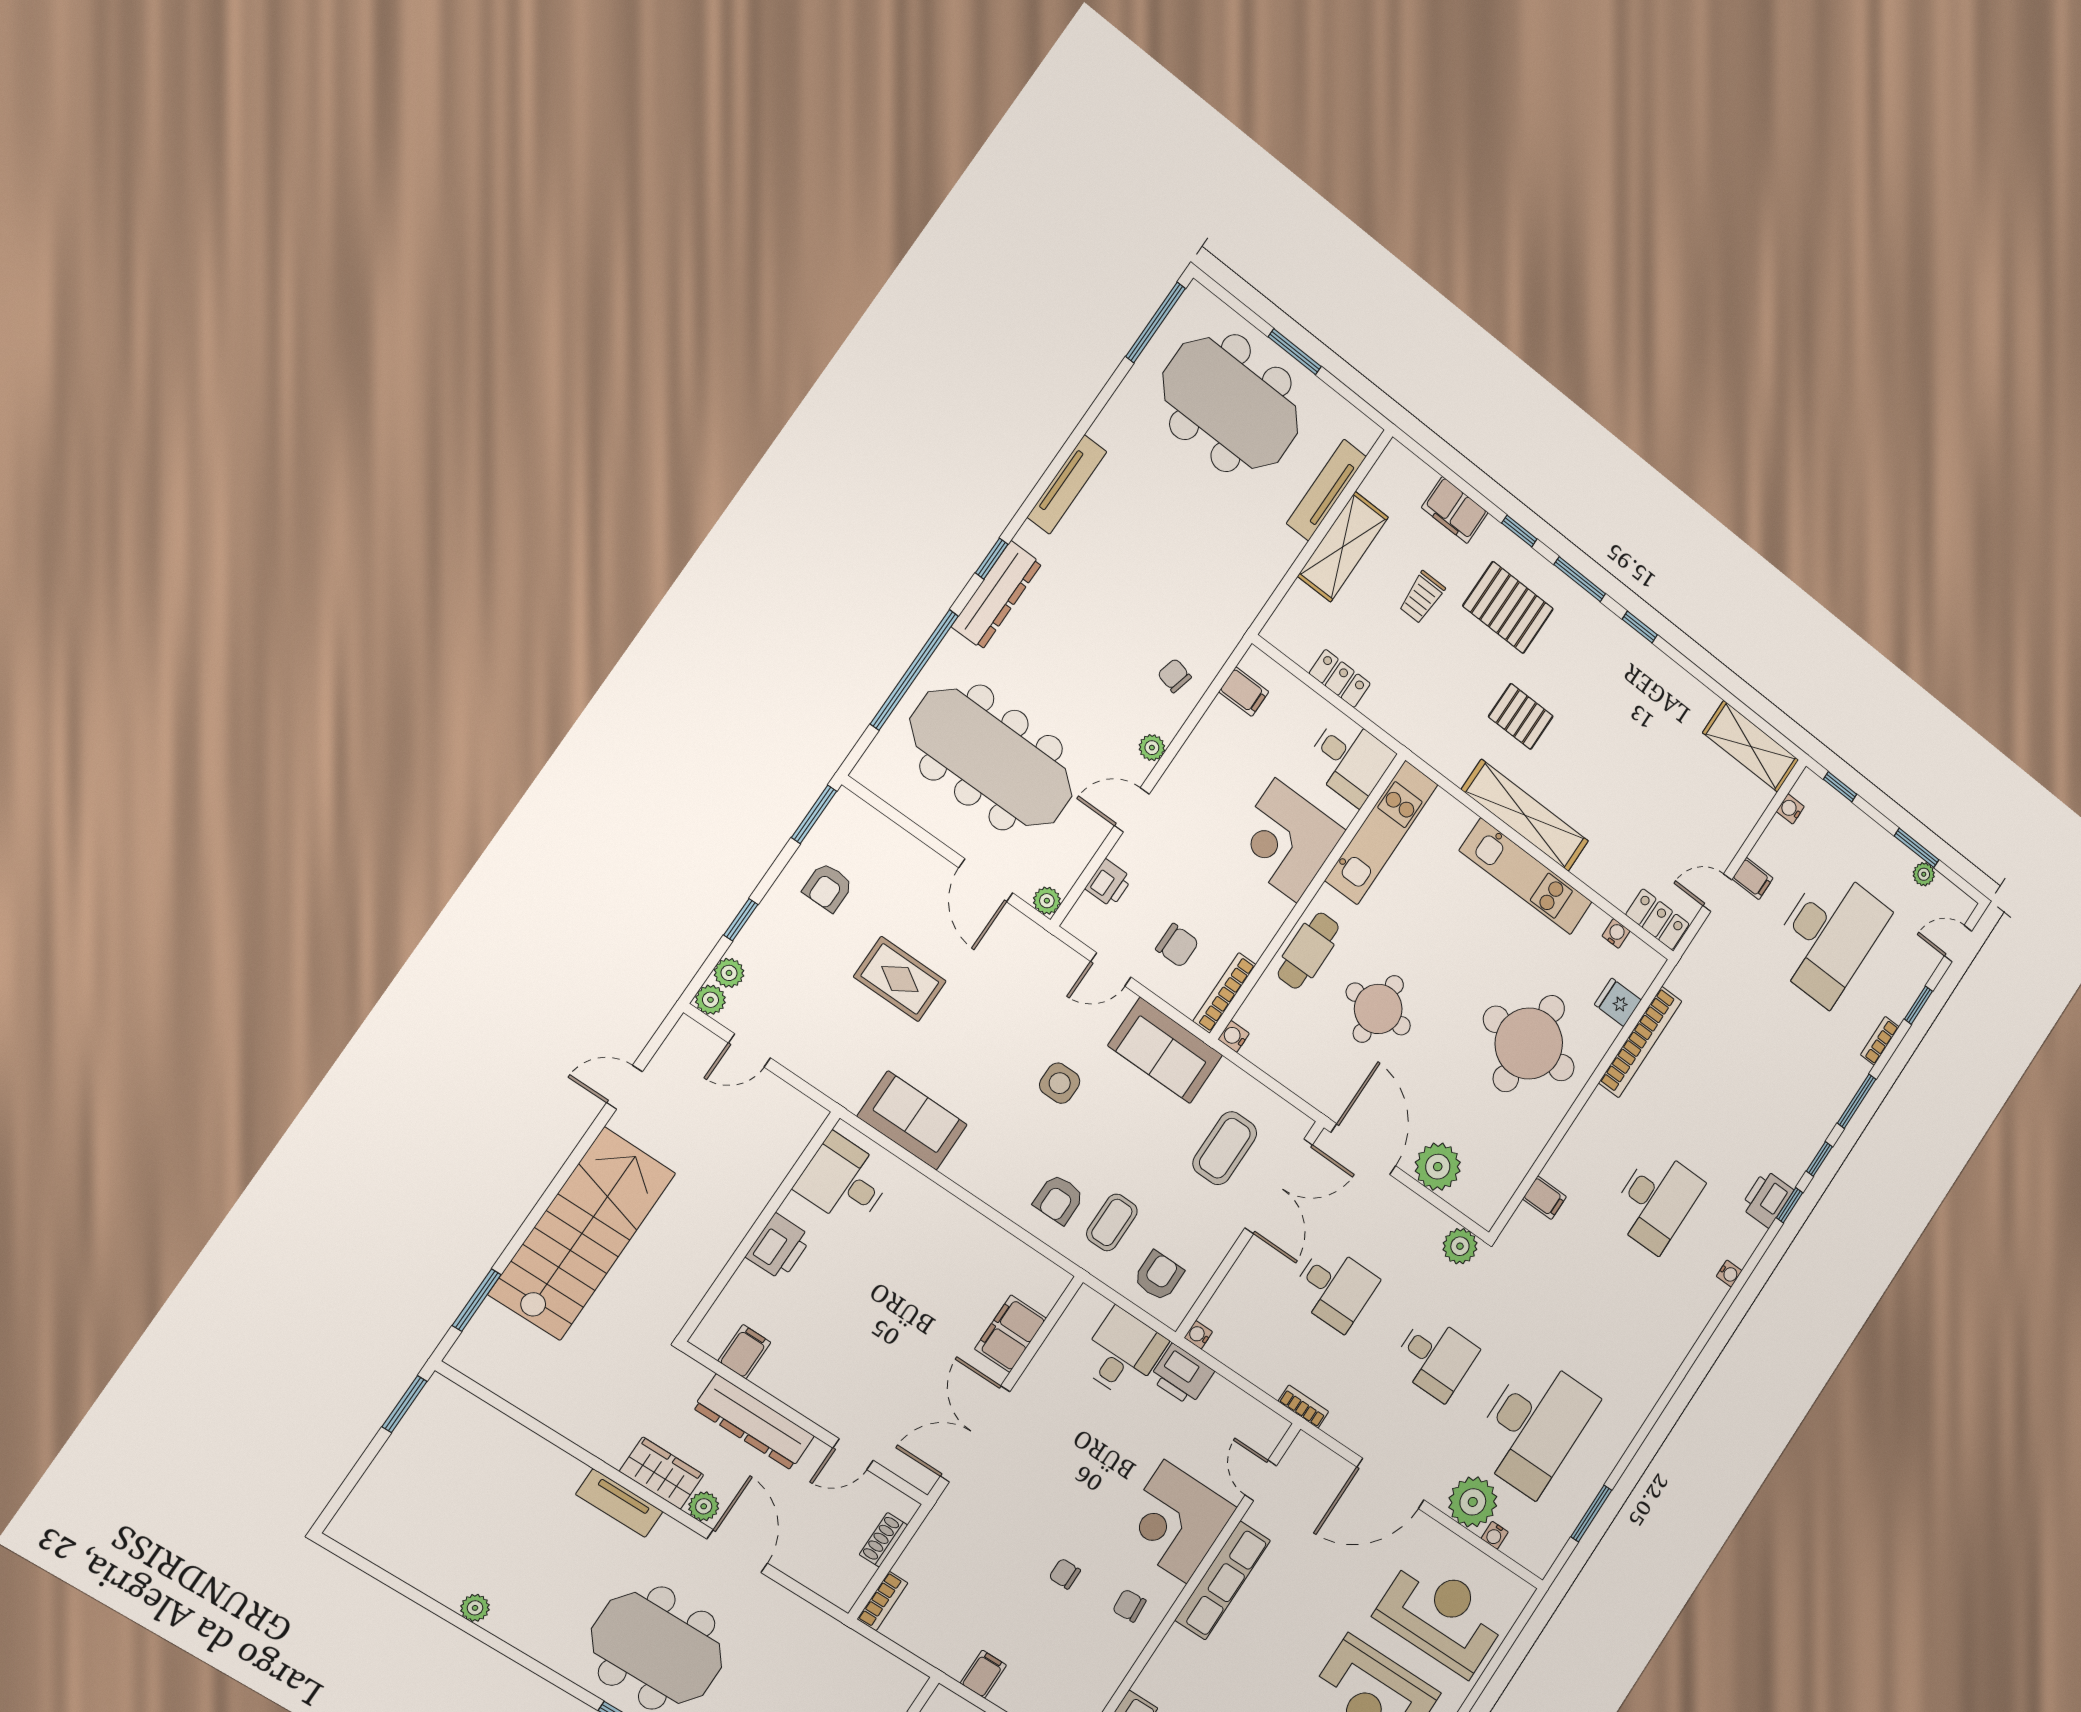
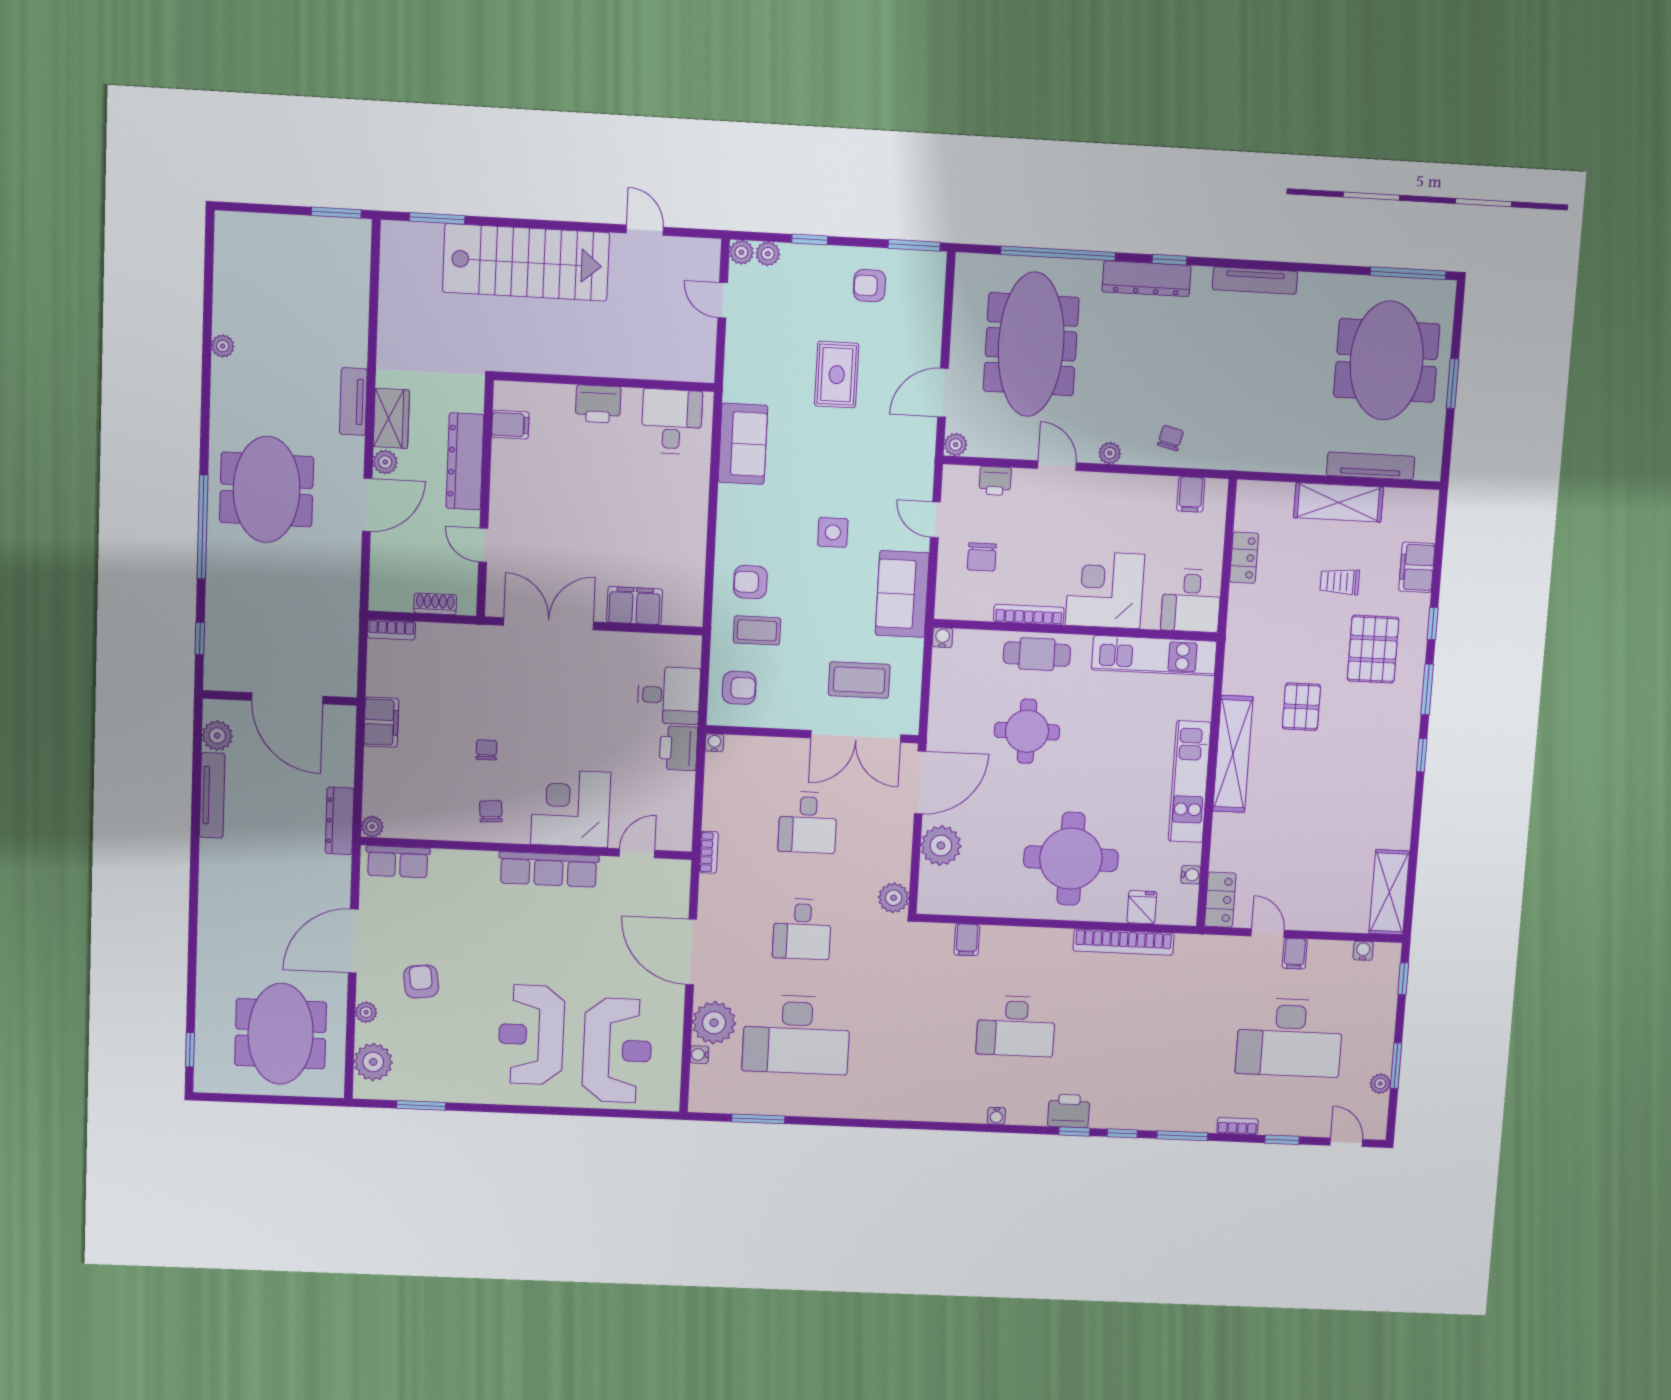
bookcase: (1224, 993) -> (1029, 615), moved
filing cabinet: (983, 1674) -> (381, 722), width x2.00

